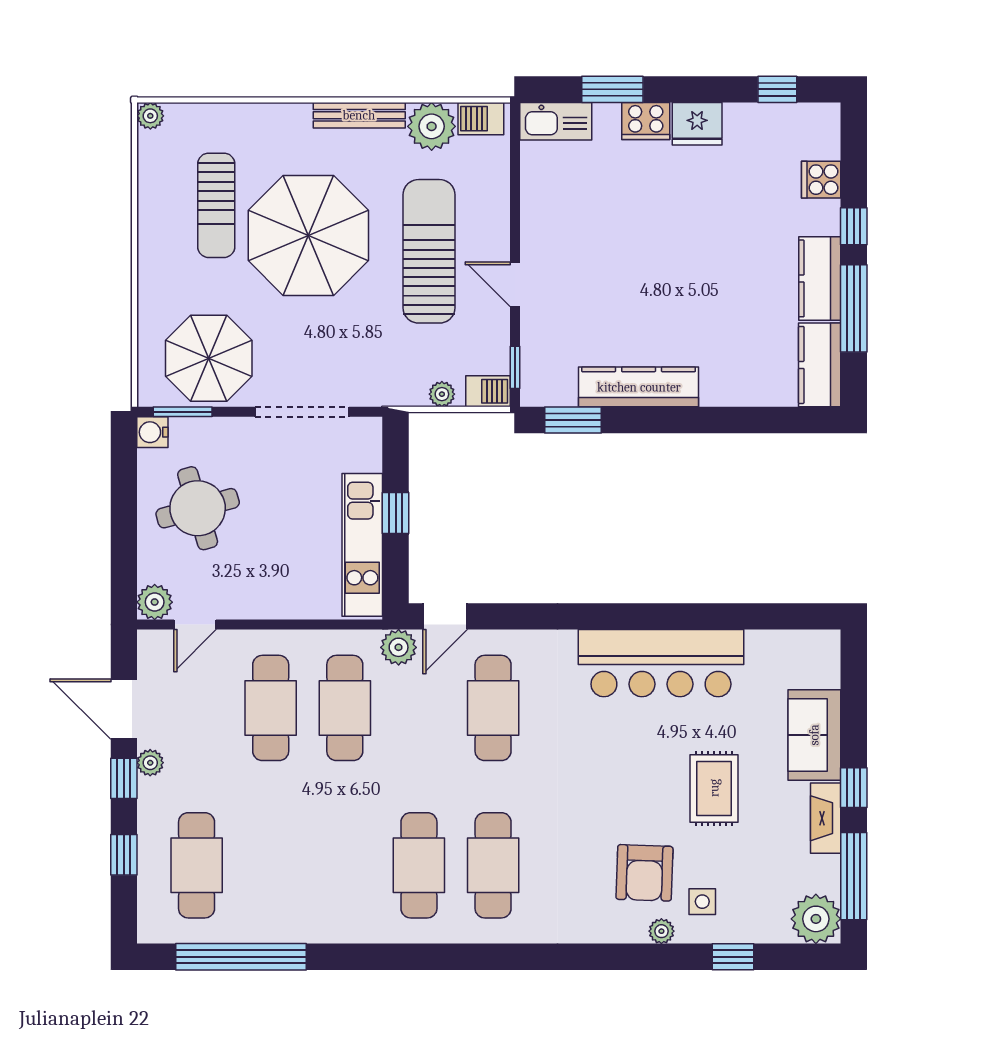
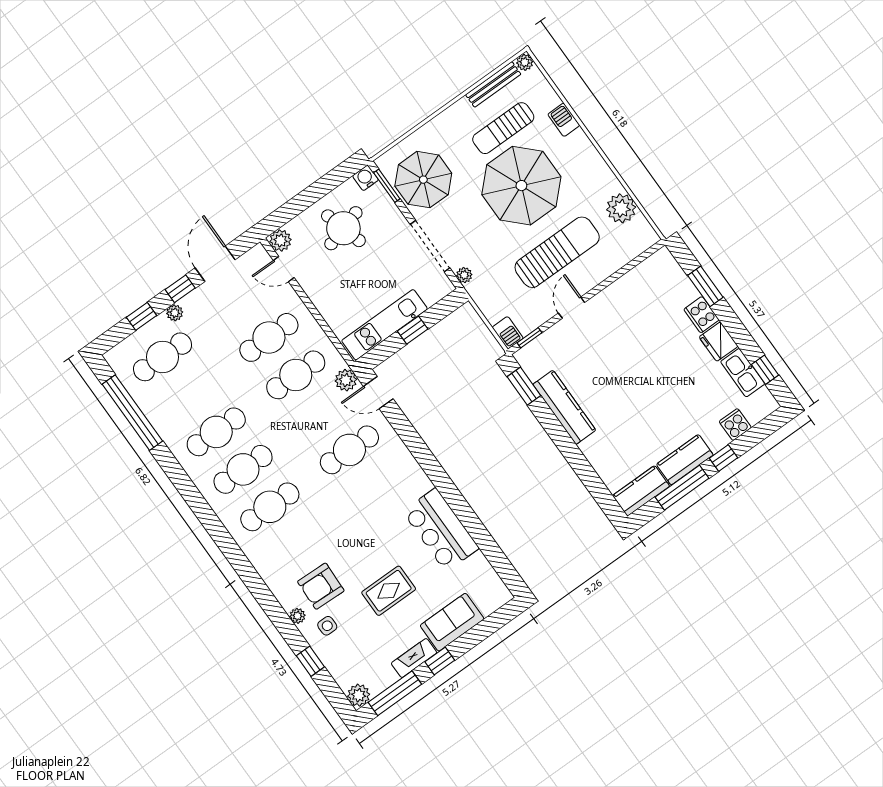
bench: (359, 115) -> (493, 84), moved, turned 90
barbecue: (481, 119) -> (564, 120), moved
kitchen sink: (556, 121) -> (743, 373), moved
plant: (442, 394) -> (464, 275), moved
bar counter: (661, 663) -> (441, 530), width x0.73
plant: (150, 763) -> (175, 313), moved
cafe table: (345, 865) -> (216, 432), added
plant: (816, 919) -> (359, 695), width x0.73, depth x0.73

